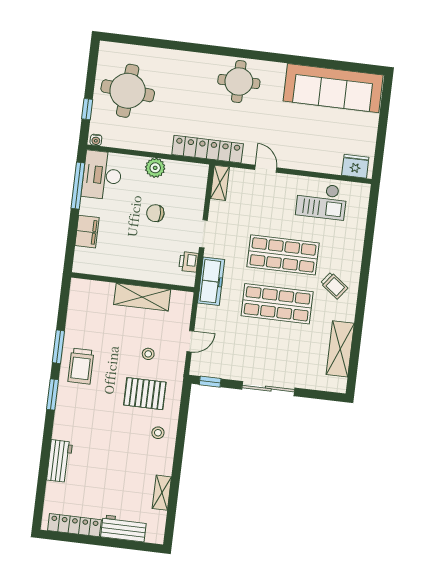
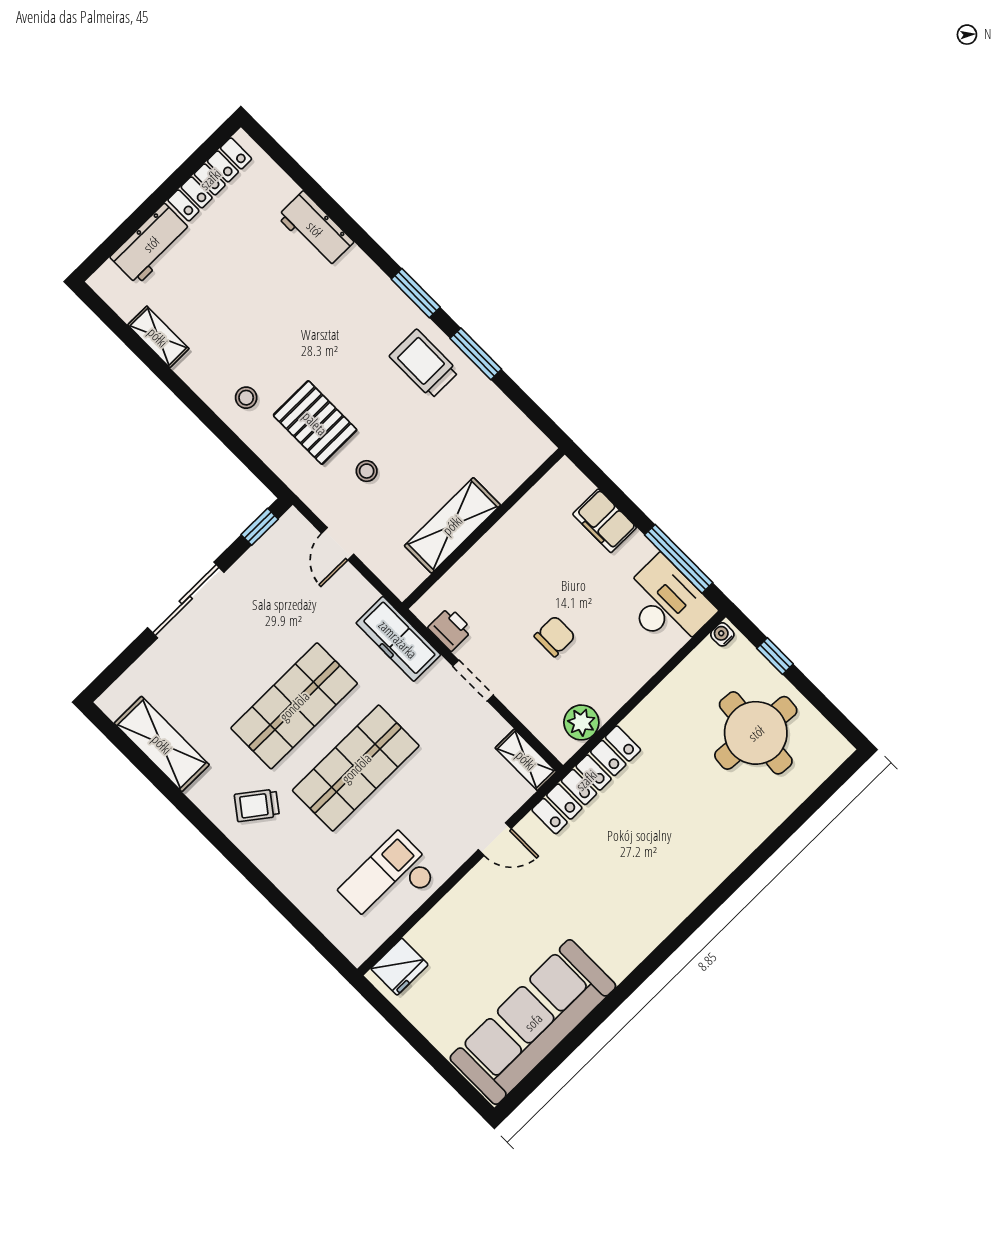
round table: (239, 82) -> (646, 898), removed
plant: (155, 168) -> (581, 722), moved
pallet: (145, 394) -> (315, 423), turned 90

